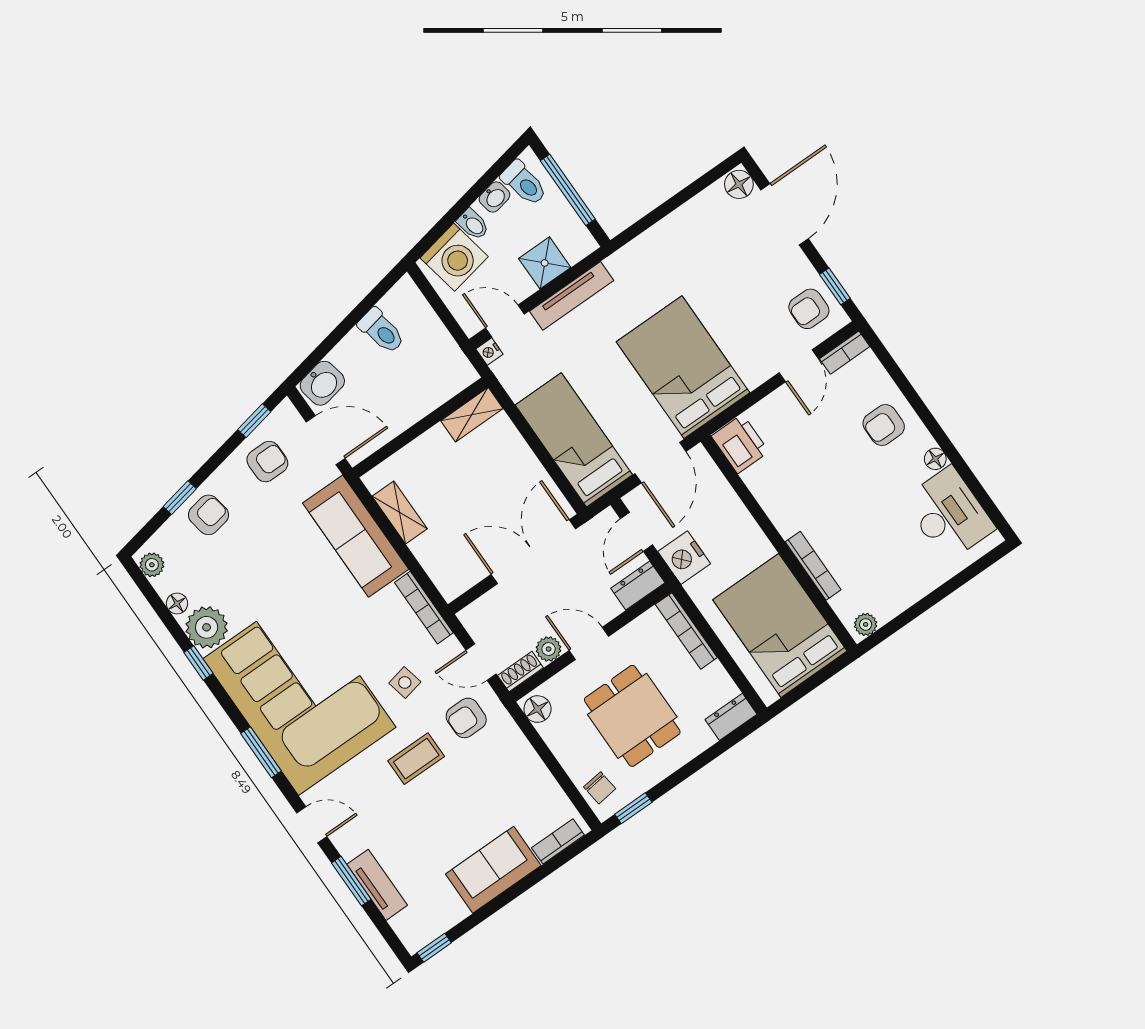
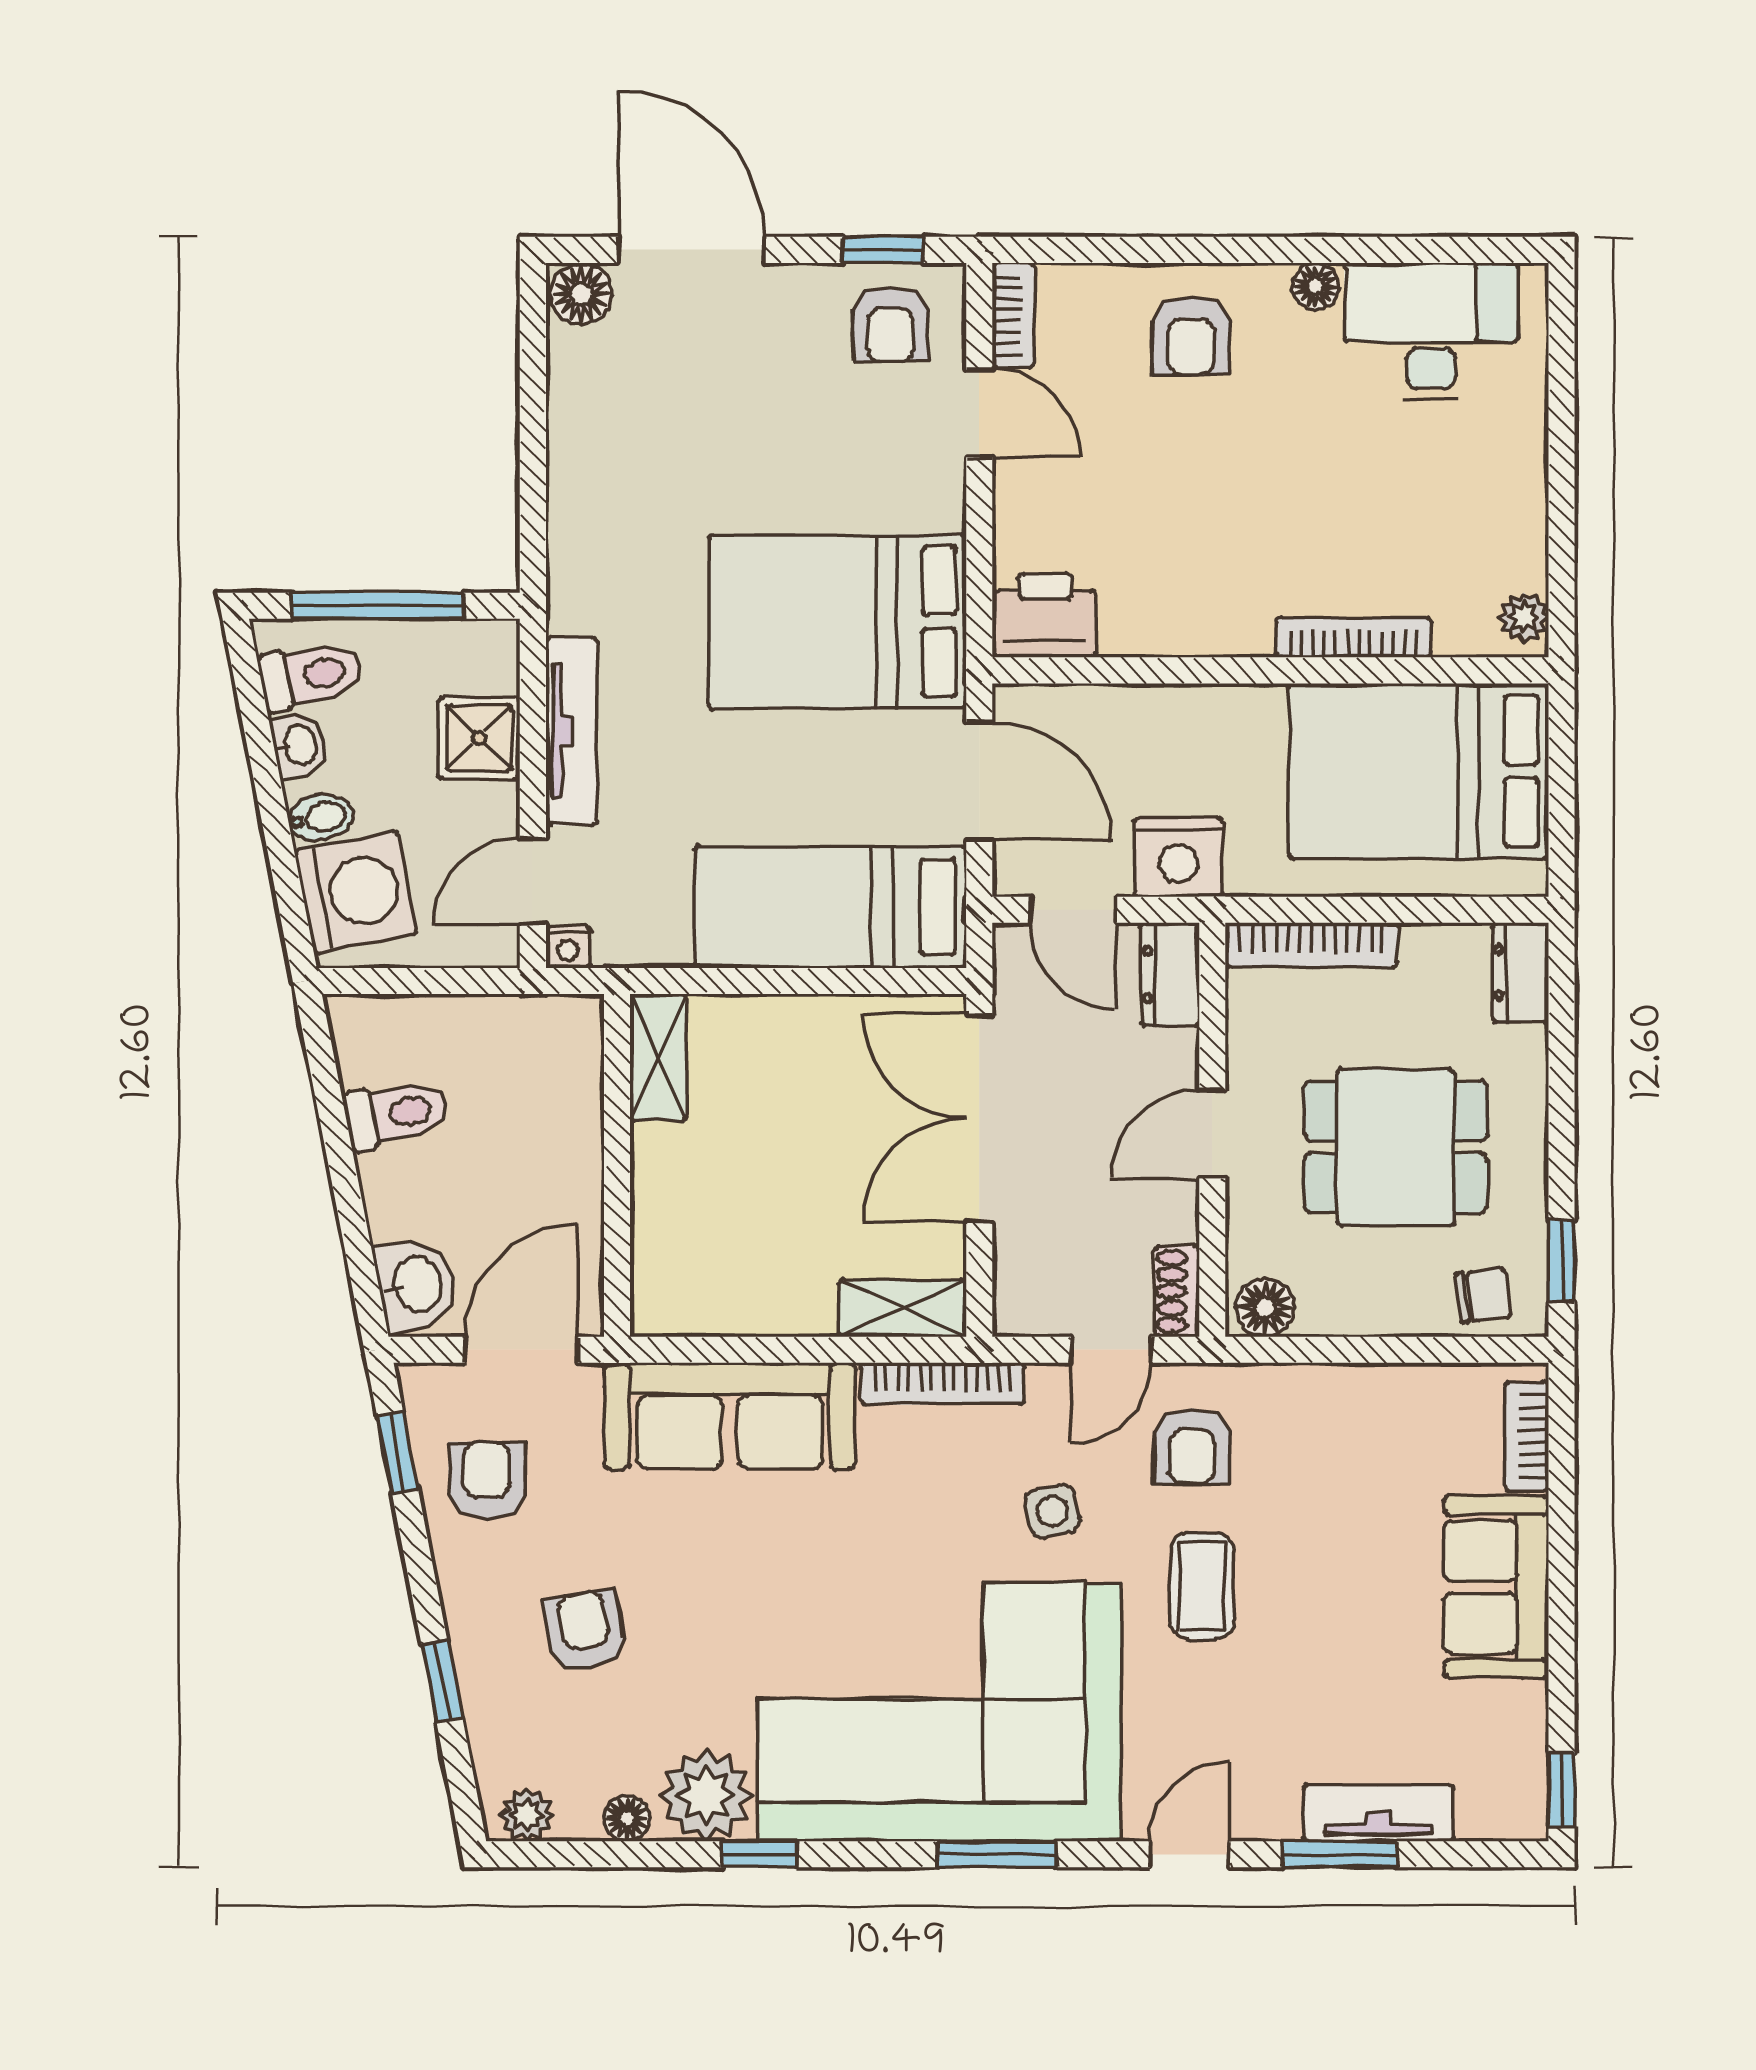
shelving: (400, 513) -> (903, 1308), moved
armchair: (208, 515) -> (585, 1631), moved
plant: (549, 649) -> (1172, 1213), removed

